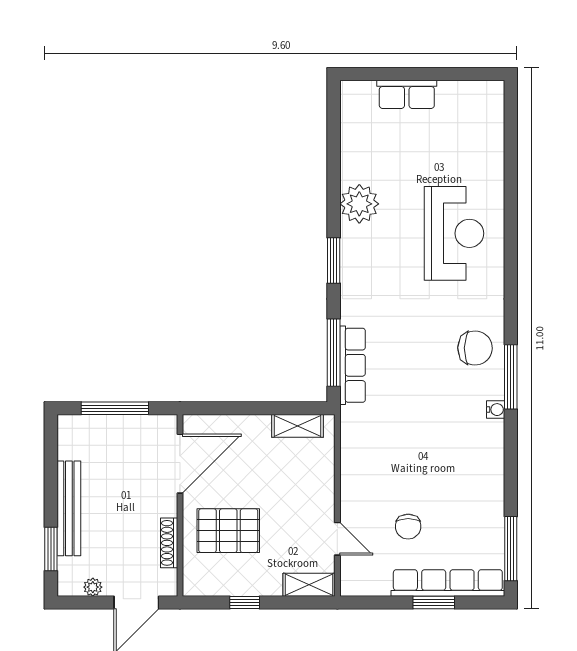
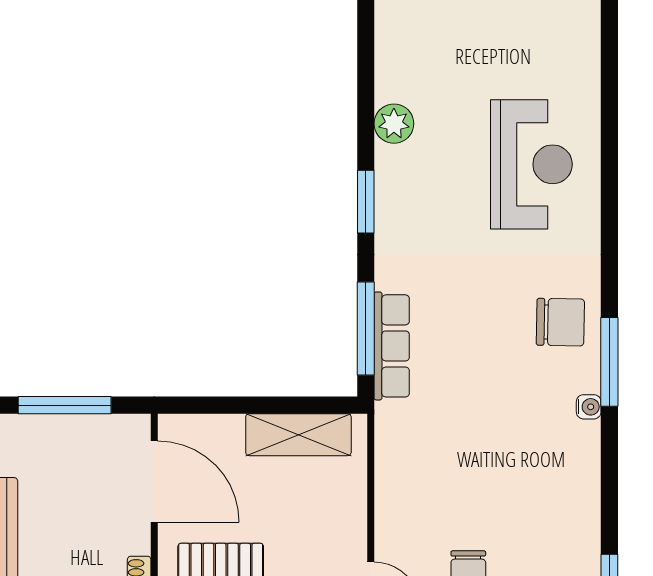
plant: (359, 204) -> (394, 124), width x0.73, depth x0.73
shelving: (297, 426) -> (298, 435), width x1.50, depth x1.33
door: (180, 464) -> (154, 481), hinge flipped

